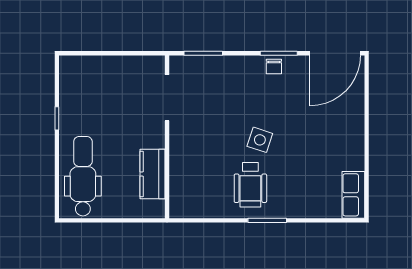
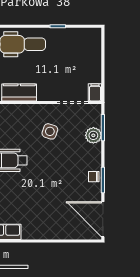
filing cabinet: (152, 65) -> (95, 92), added
plant: (214, 67) -> (93, 135), added
side table: (260, 140) -> (50, 131), moved

